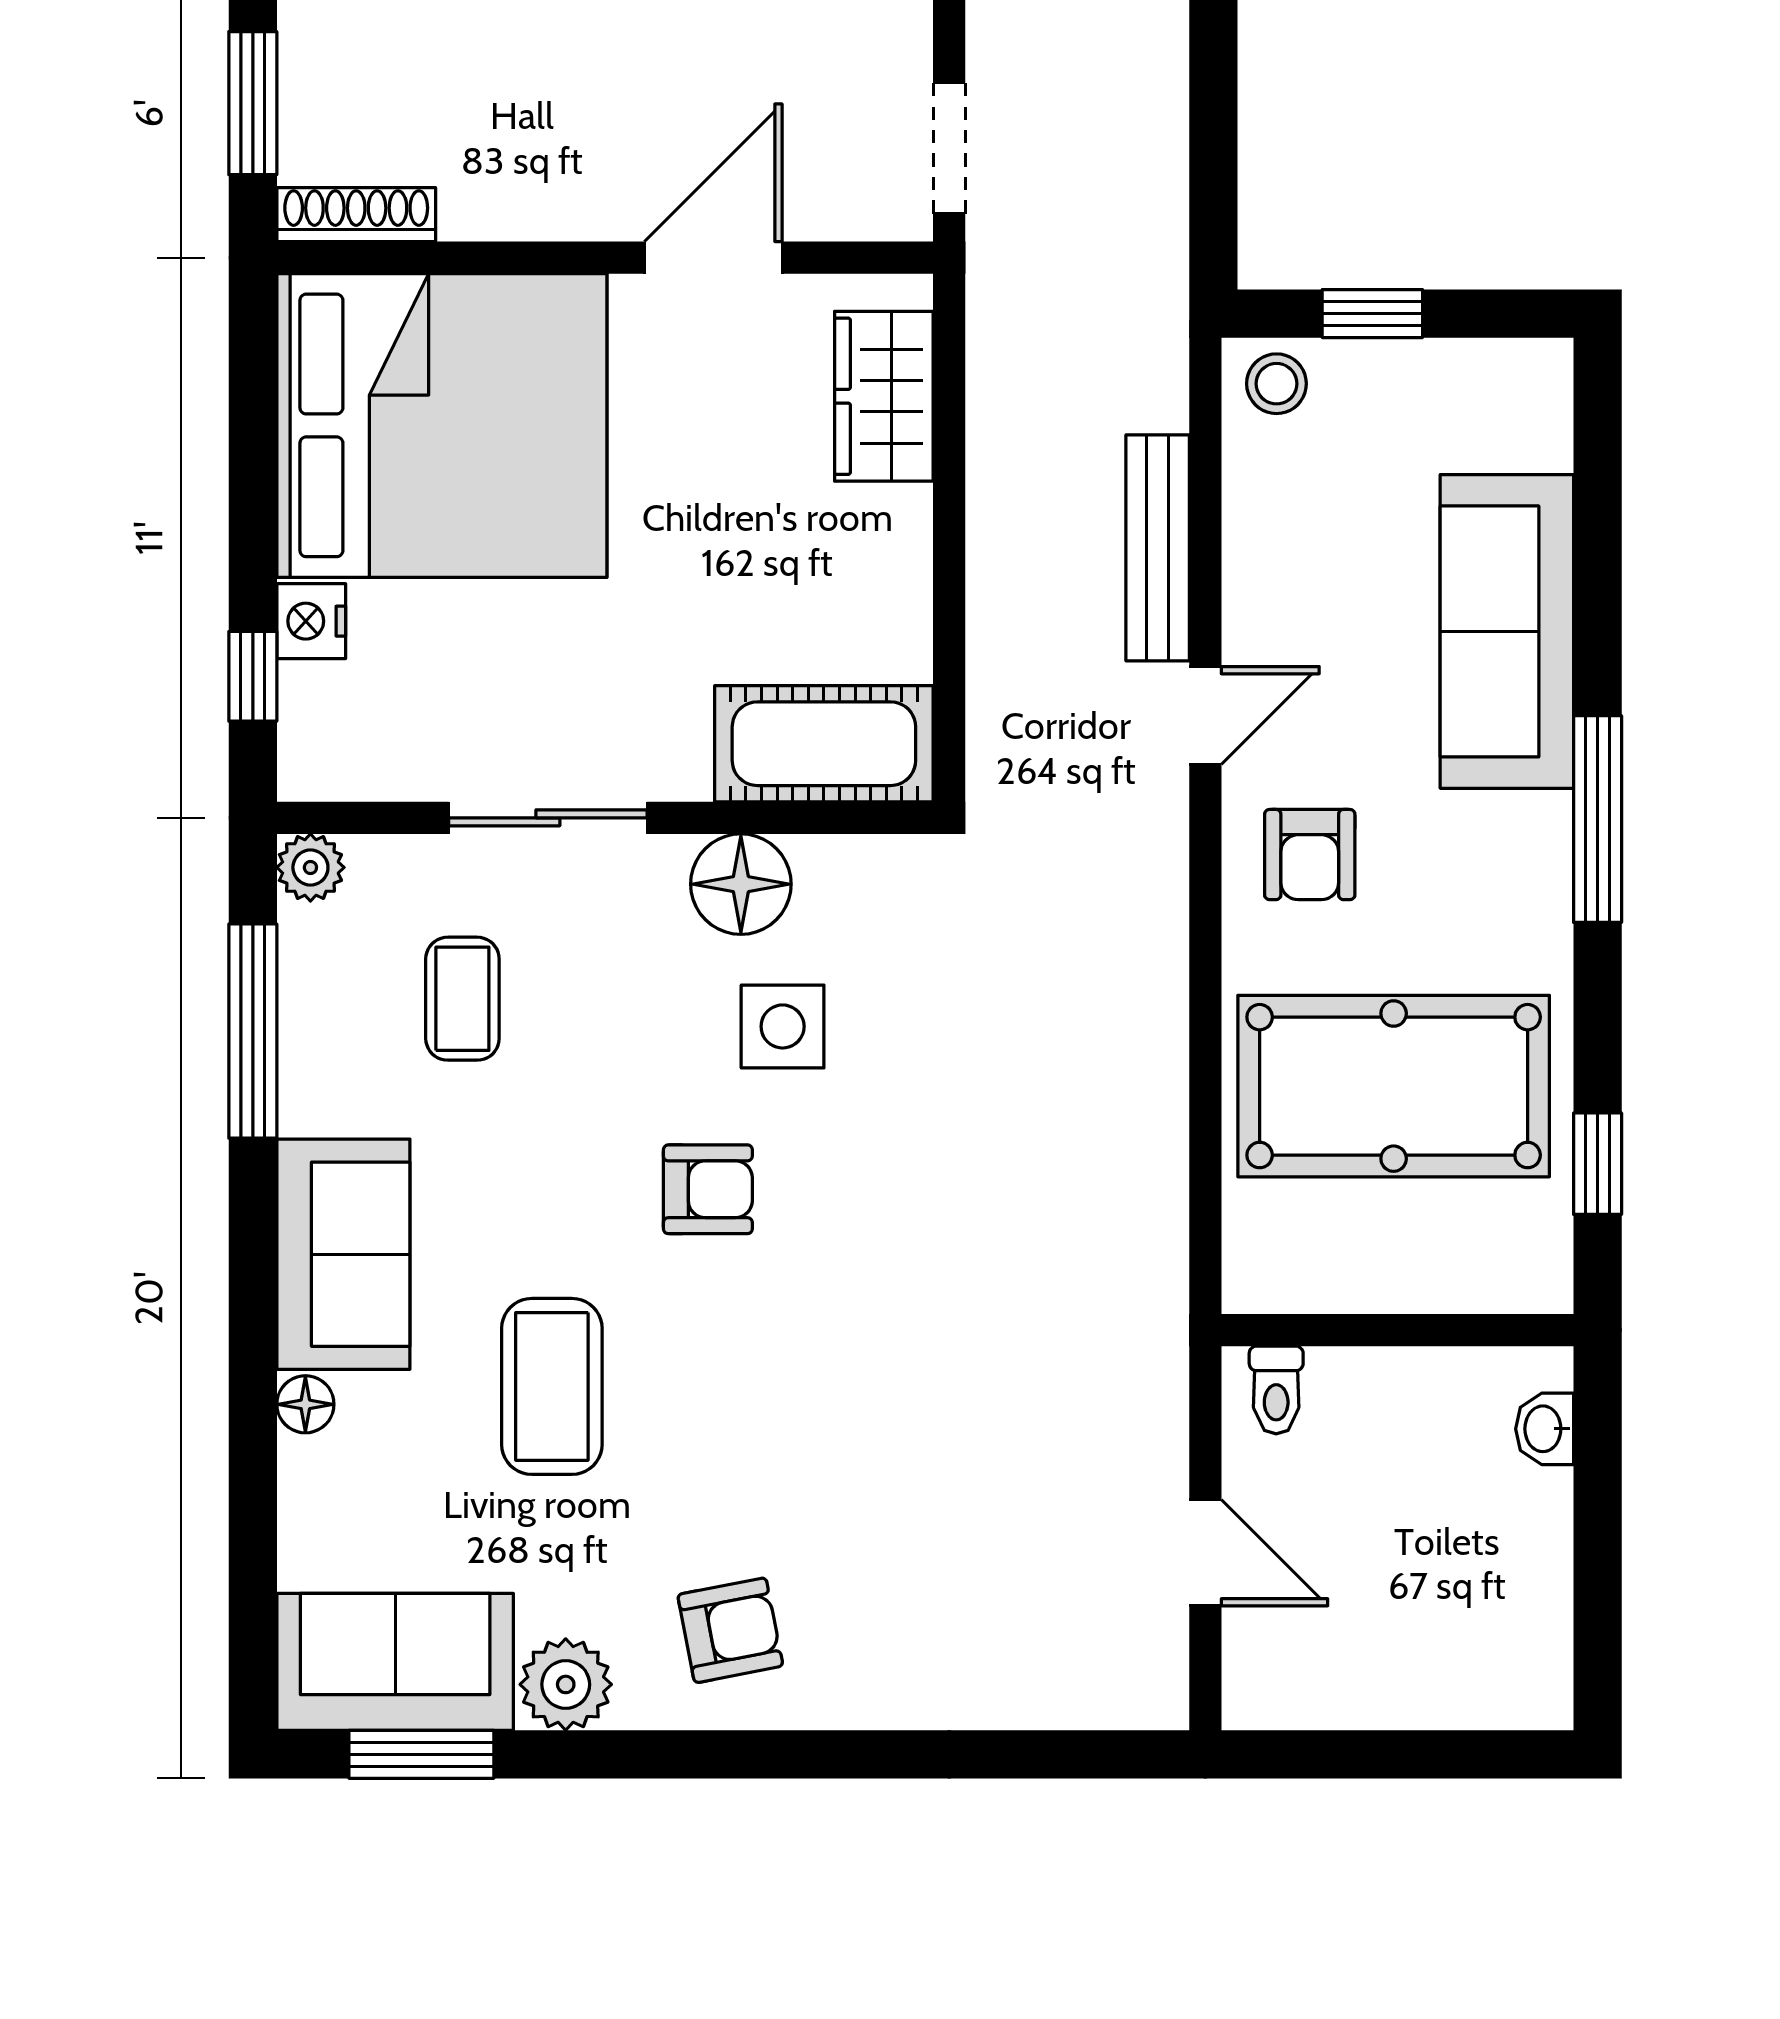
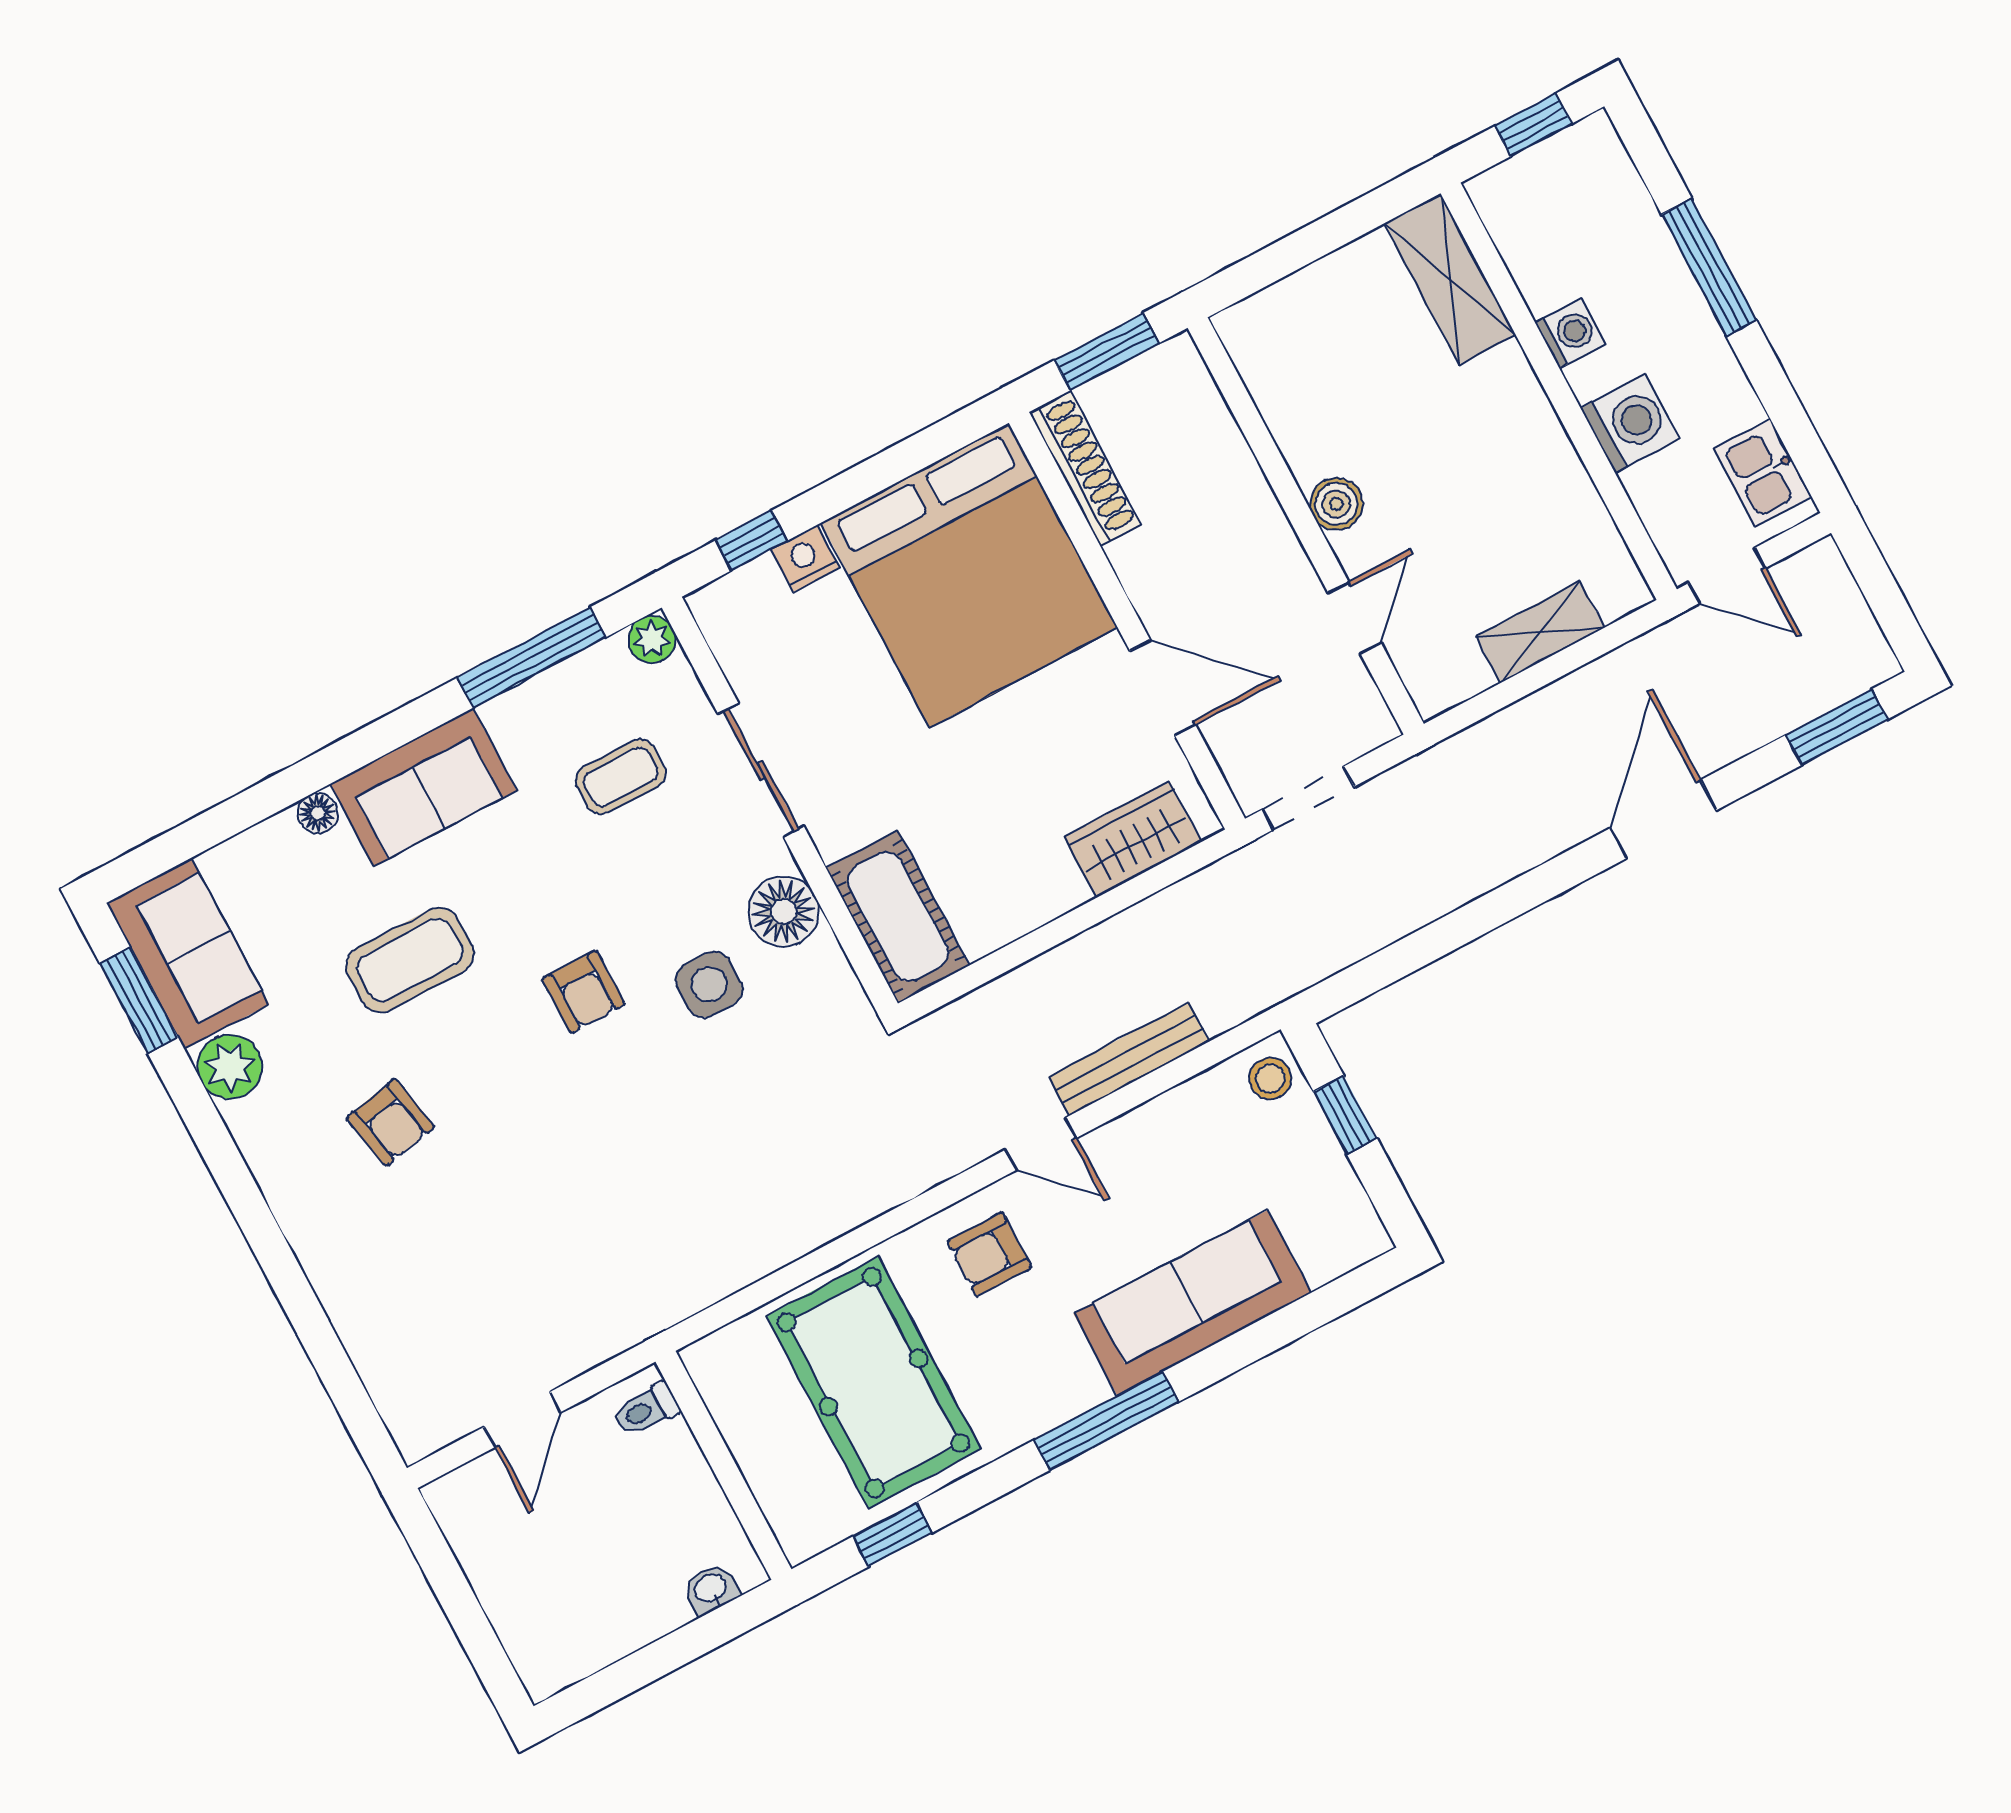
shoe rack: (356, 215) -> (1085, 468), width x1.36, depth x1.24
armchair: (730, 1630) -> (390, 1122), moved

